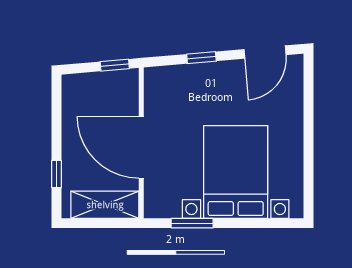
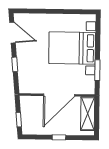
window: (115, 65) -> (19, 120), moved
window: (56, 174) -> (59, 137), moved

